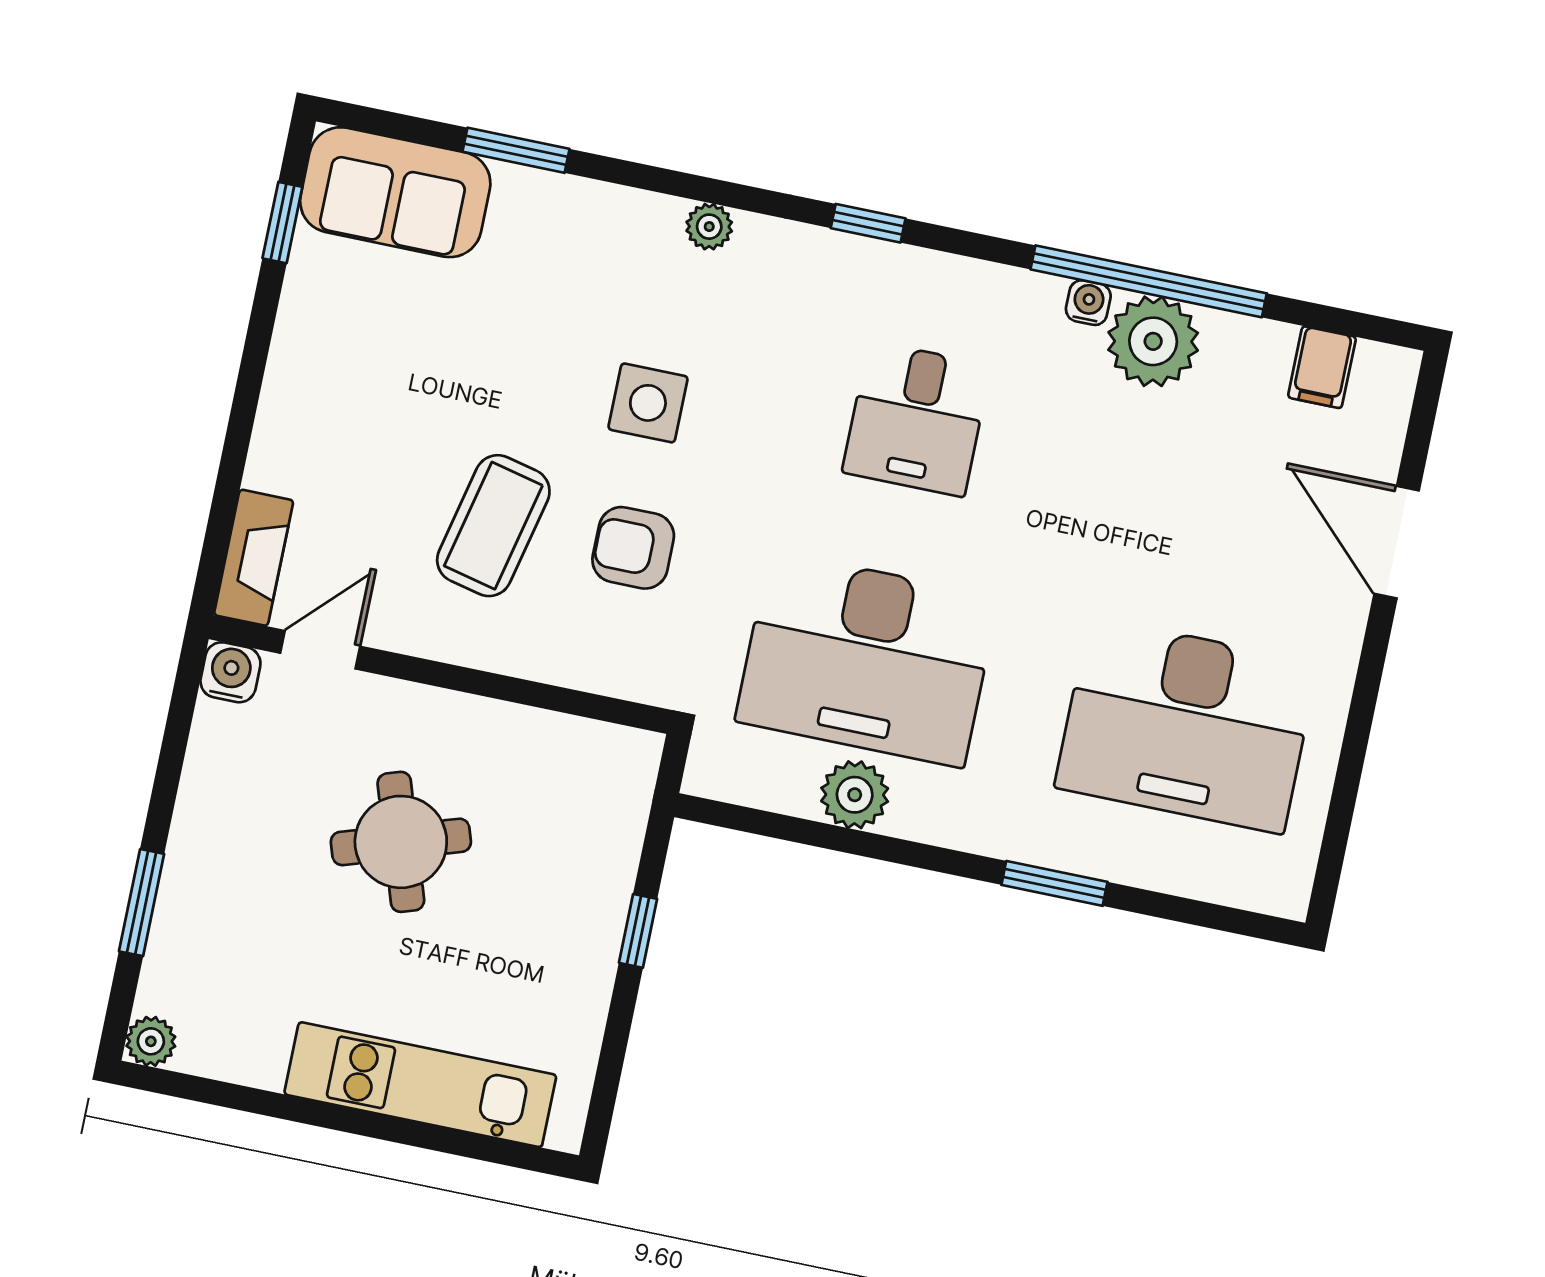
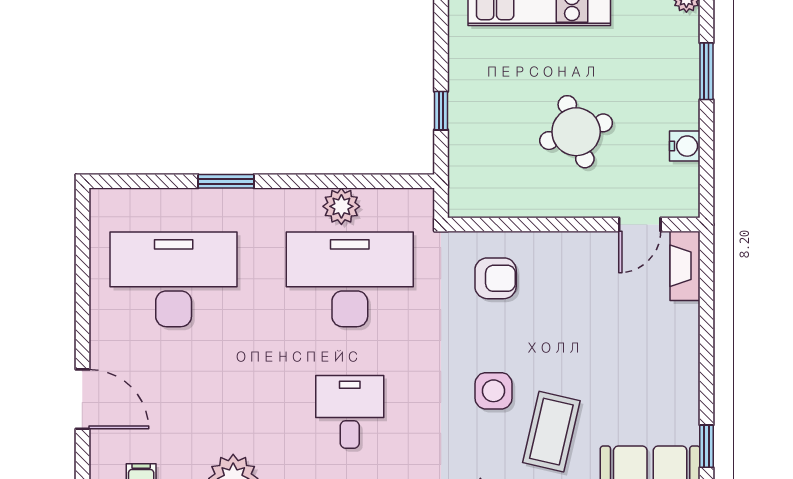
coffee table: (493, 526) -> (551, 432), moved
armchair: (633, 548) -> (496, 278), moved
water cooler: (230, 672) -> (685, 146), moved, turned -90

